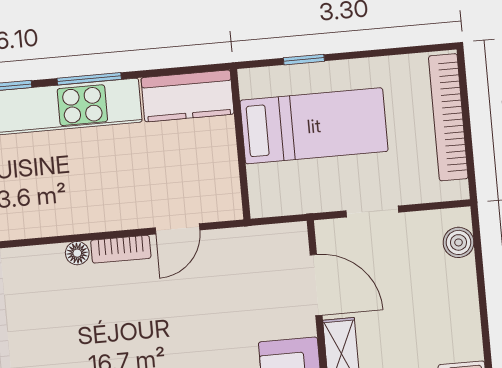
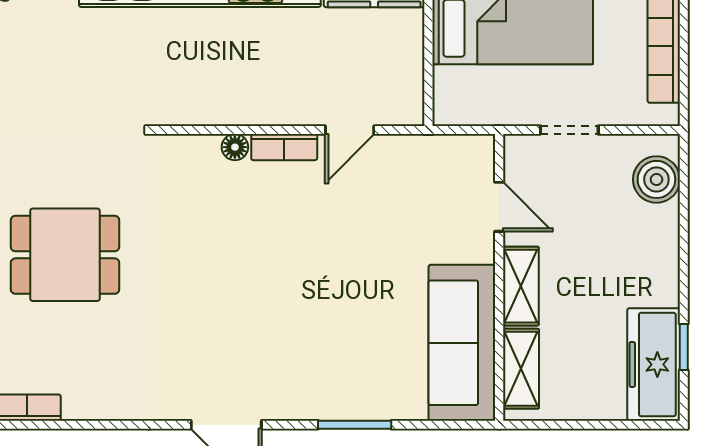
boiler: (459, 242) -> (656, 179), width x1.36, depth x1.36
door: (316, 285) -> (499, 207), width x0.73

